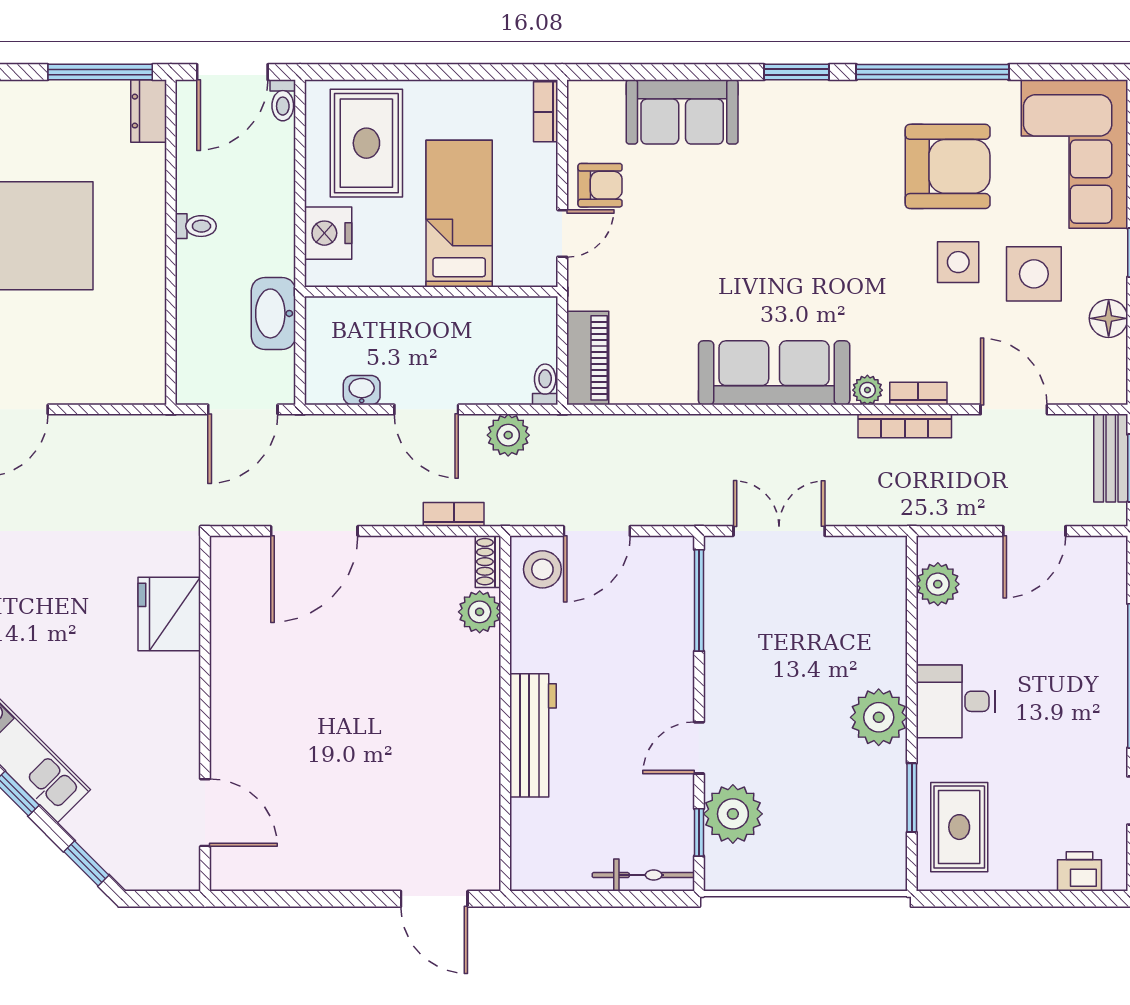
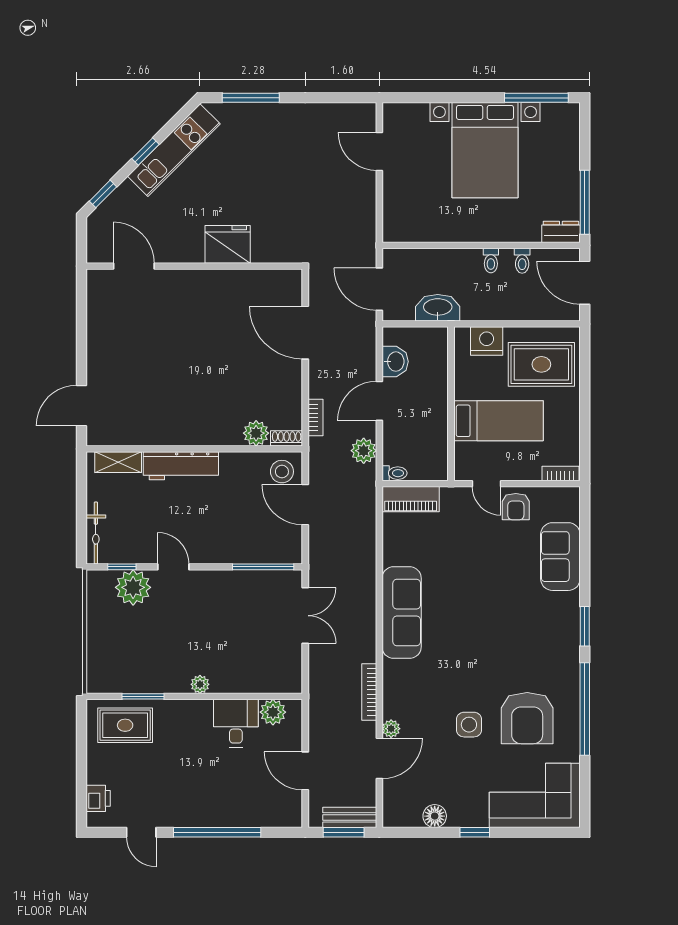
toilet: (283, 100) -> (522, 261), moved, turned -90
side table: (1034, 274) -> (462, 771), removed
washbasin: (362, 390) -> (395, 362), width x1.38, depth x1.45
plant: (867, 390) -> (391, 729), moved
bookcase: (918, 393) -> (389, 700), removed
fridge: (169, 614) -> (228, 244), moved
desk: (956, 701) -> (236, 723), moved
plant: (879, 717) -> (200, 684), width x0.53, depth x0.53
door: (205, 813) -> (134, 266), swing flipped
shelving: (527, 838) -> (118, 462), added

